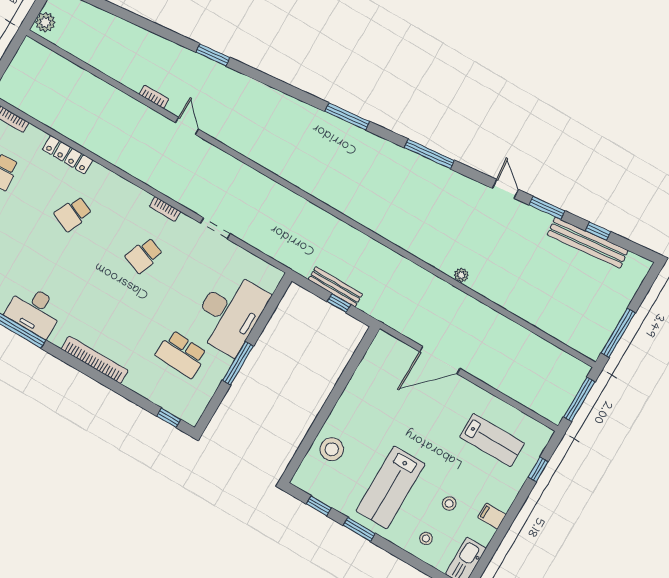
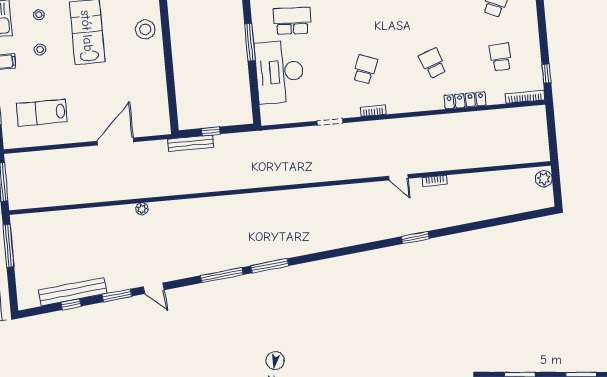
window: (347, 116) -> (270, 266), moved
school desk: (73, 214) -> (433, 63), turned -45
bench: (335, 287) -> (191, 143), moved

